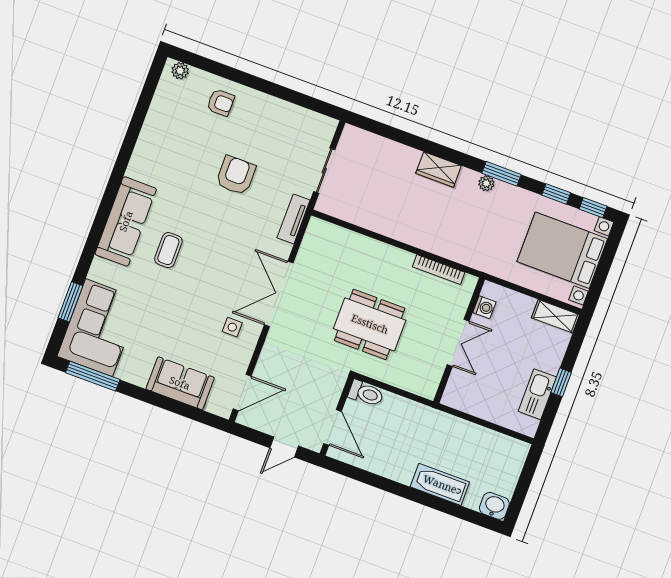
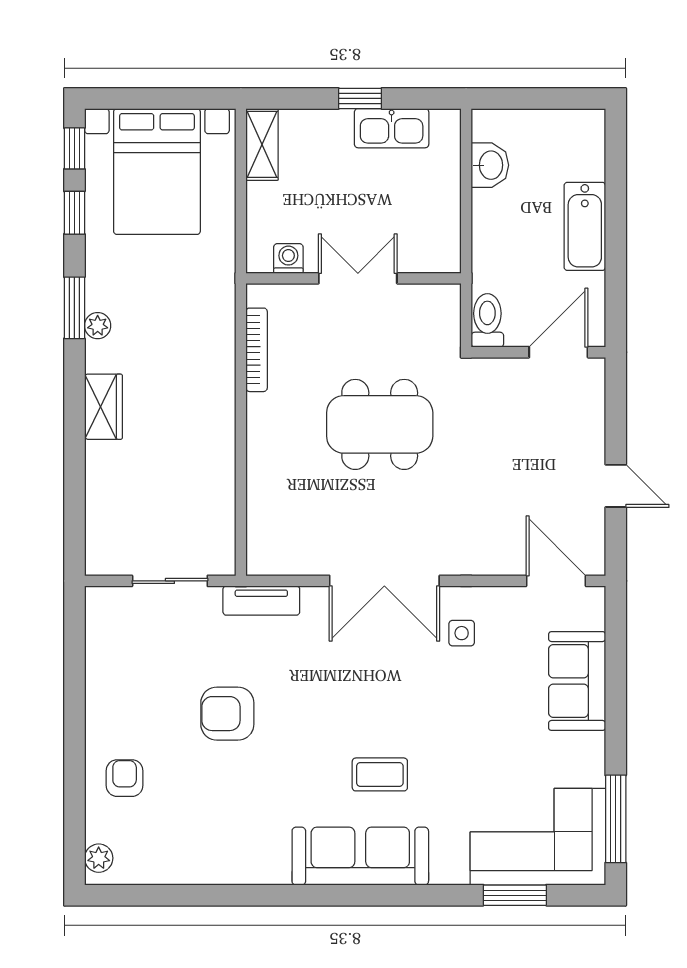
dining table: (370, 324) -> (380, 424), turned 90
toilet: (366, 393) -> (487, 320), moved
wall: (337, 416) -> (538, 352), moved
door: (333, 427) -> (558, 352), moved
washbasin: (494, 506) -> (490, 165), moved, turned 180

